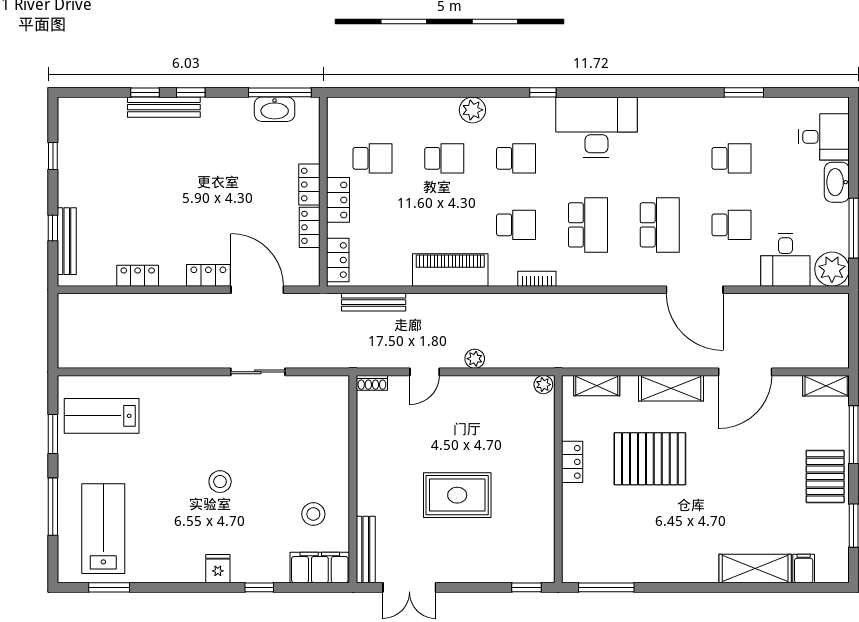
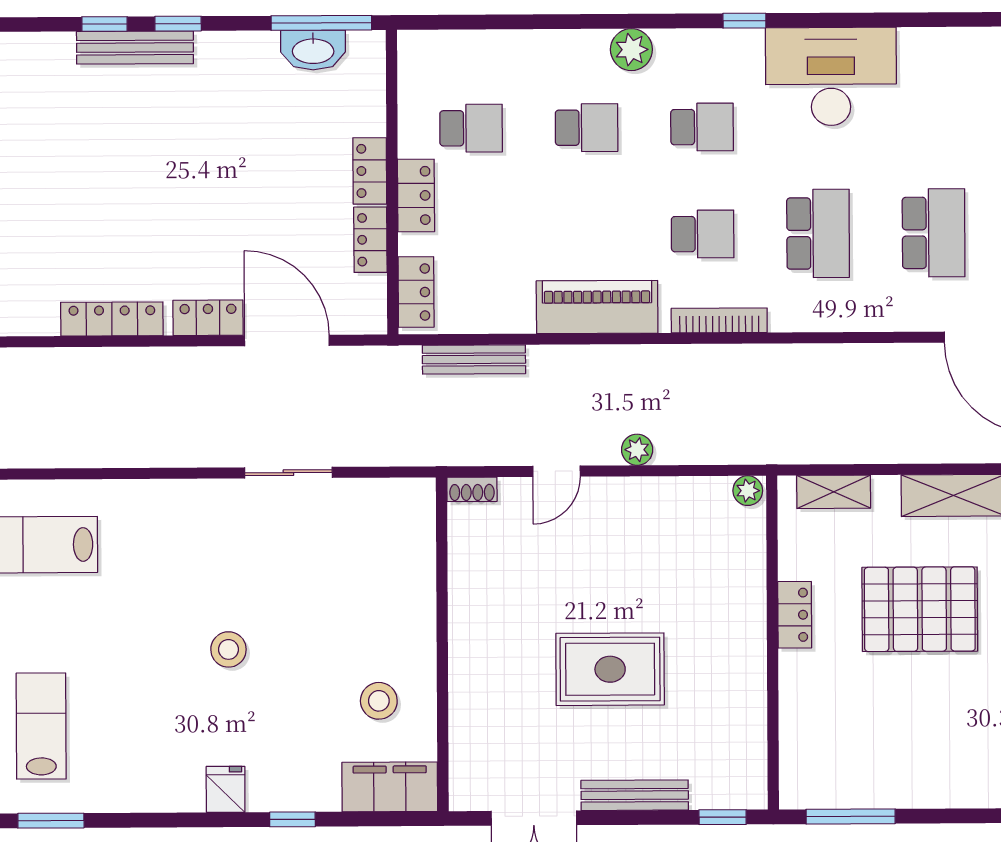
locker: (138, 276) -> (112, 319), width x1.53
bookcase: (537, 279) -> (719, 320), width x1.56
lab bench: (103, 529) -> (41, 726), width x0.73, depth x0.72
bench: (366, 550) -> (635, 795), moved, turned 90

